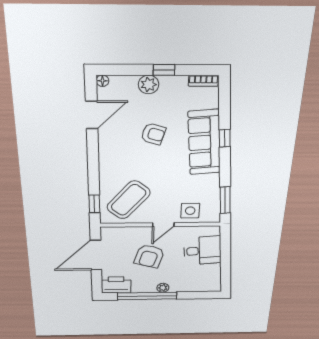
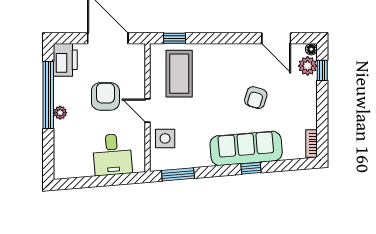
window: (164, 70) -> (322, 70), moved
plant: (149, 85) -> (308, 66), moved
coffee table: (129, 200) -> (179, 74), turned 50
armchair: (149, 256) -> (105, 96), turned 73

